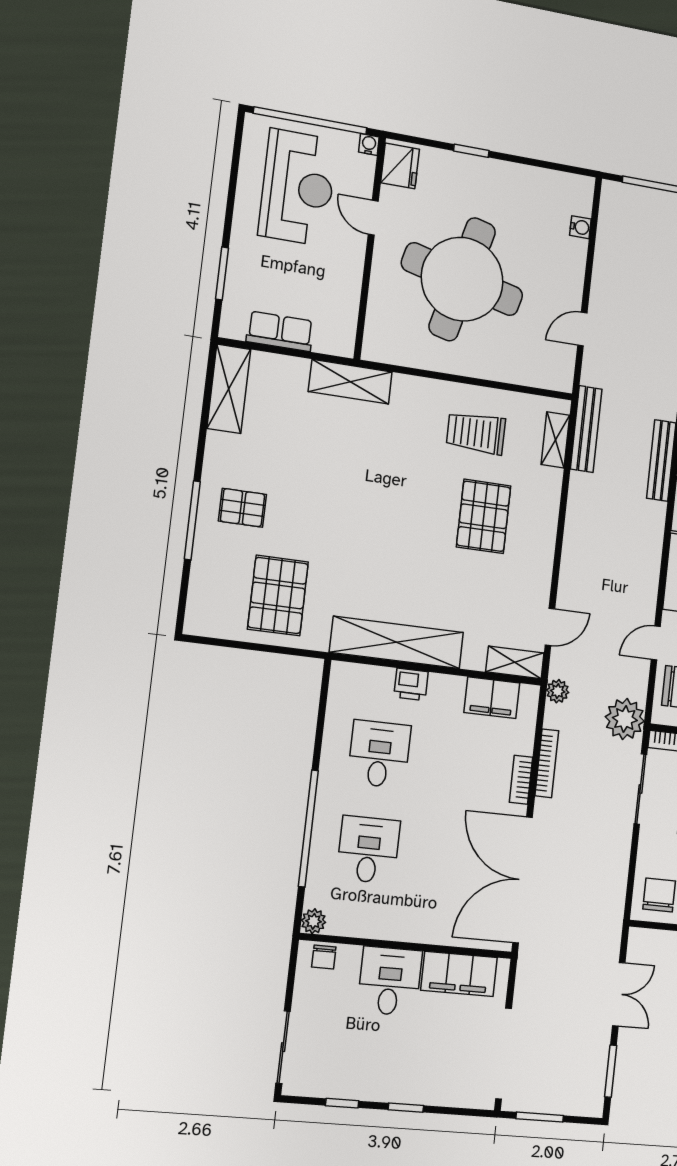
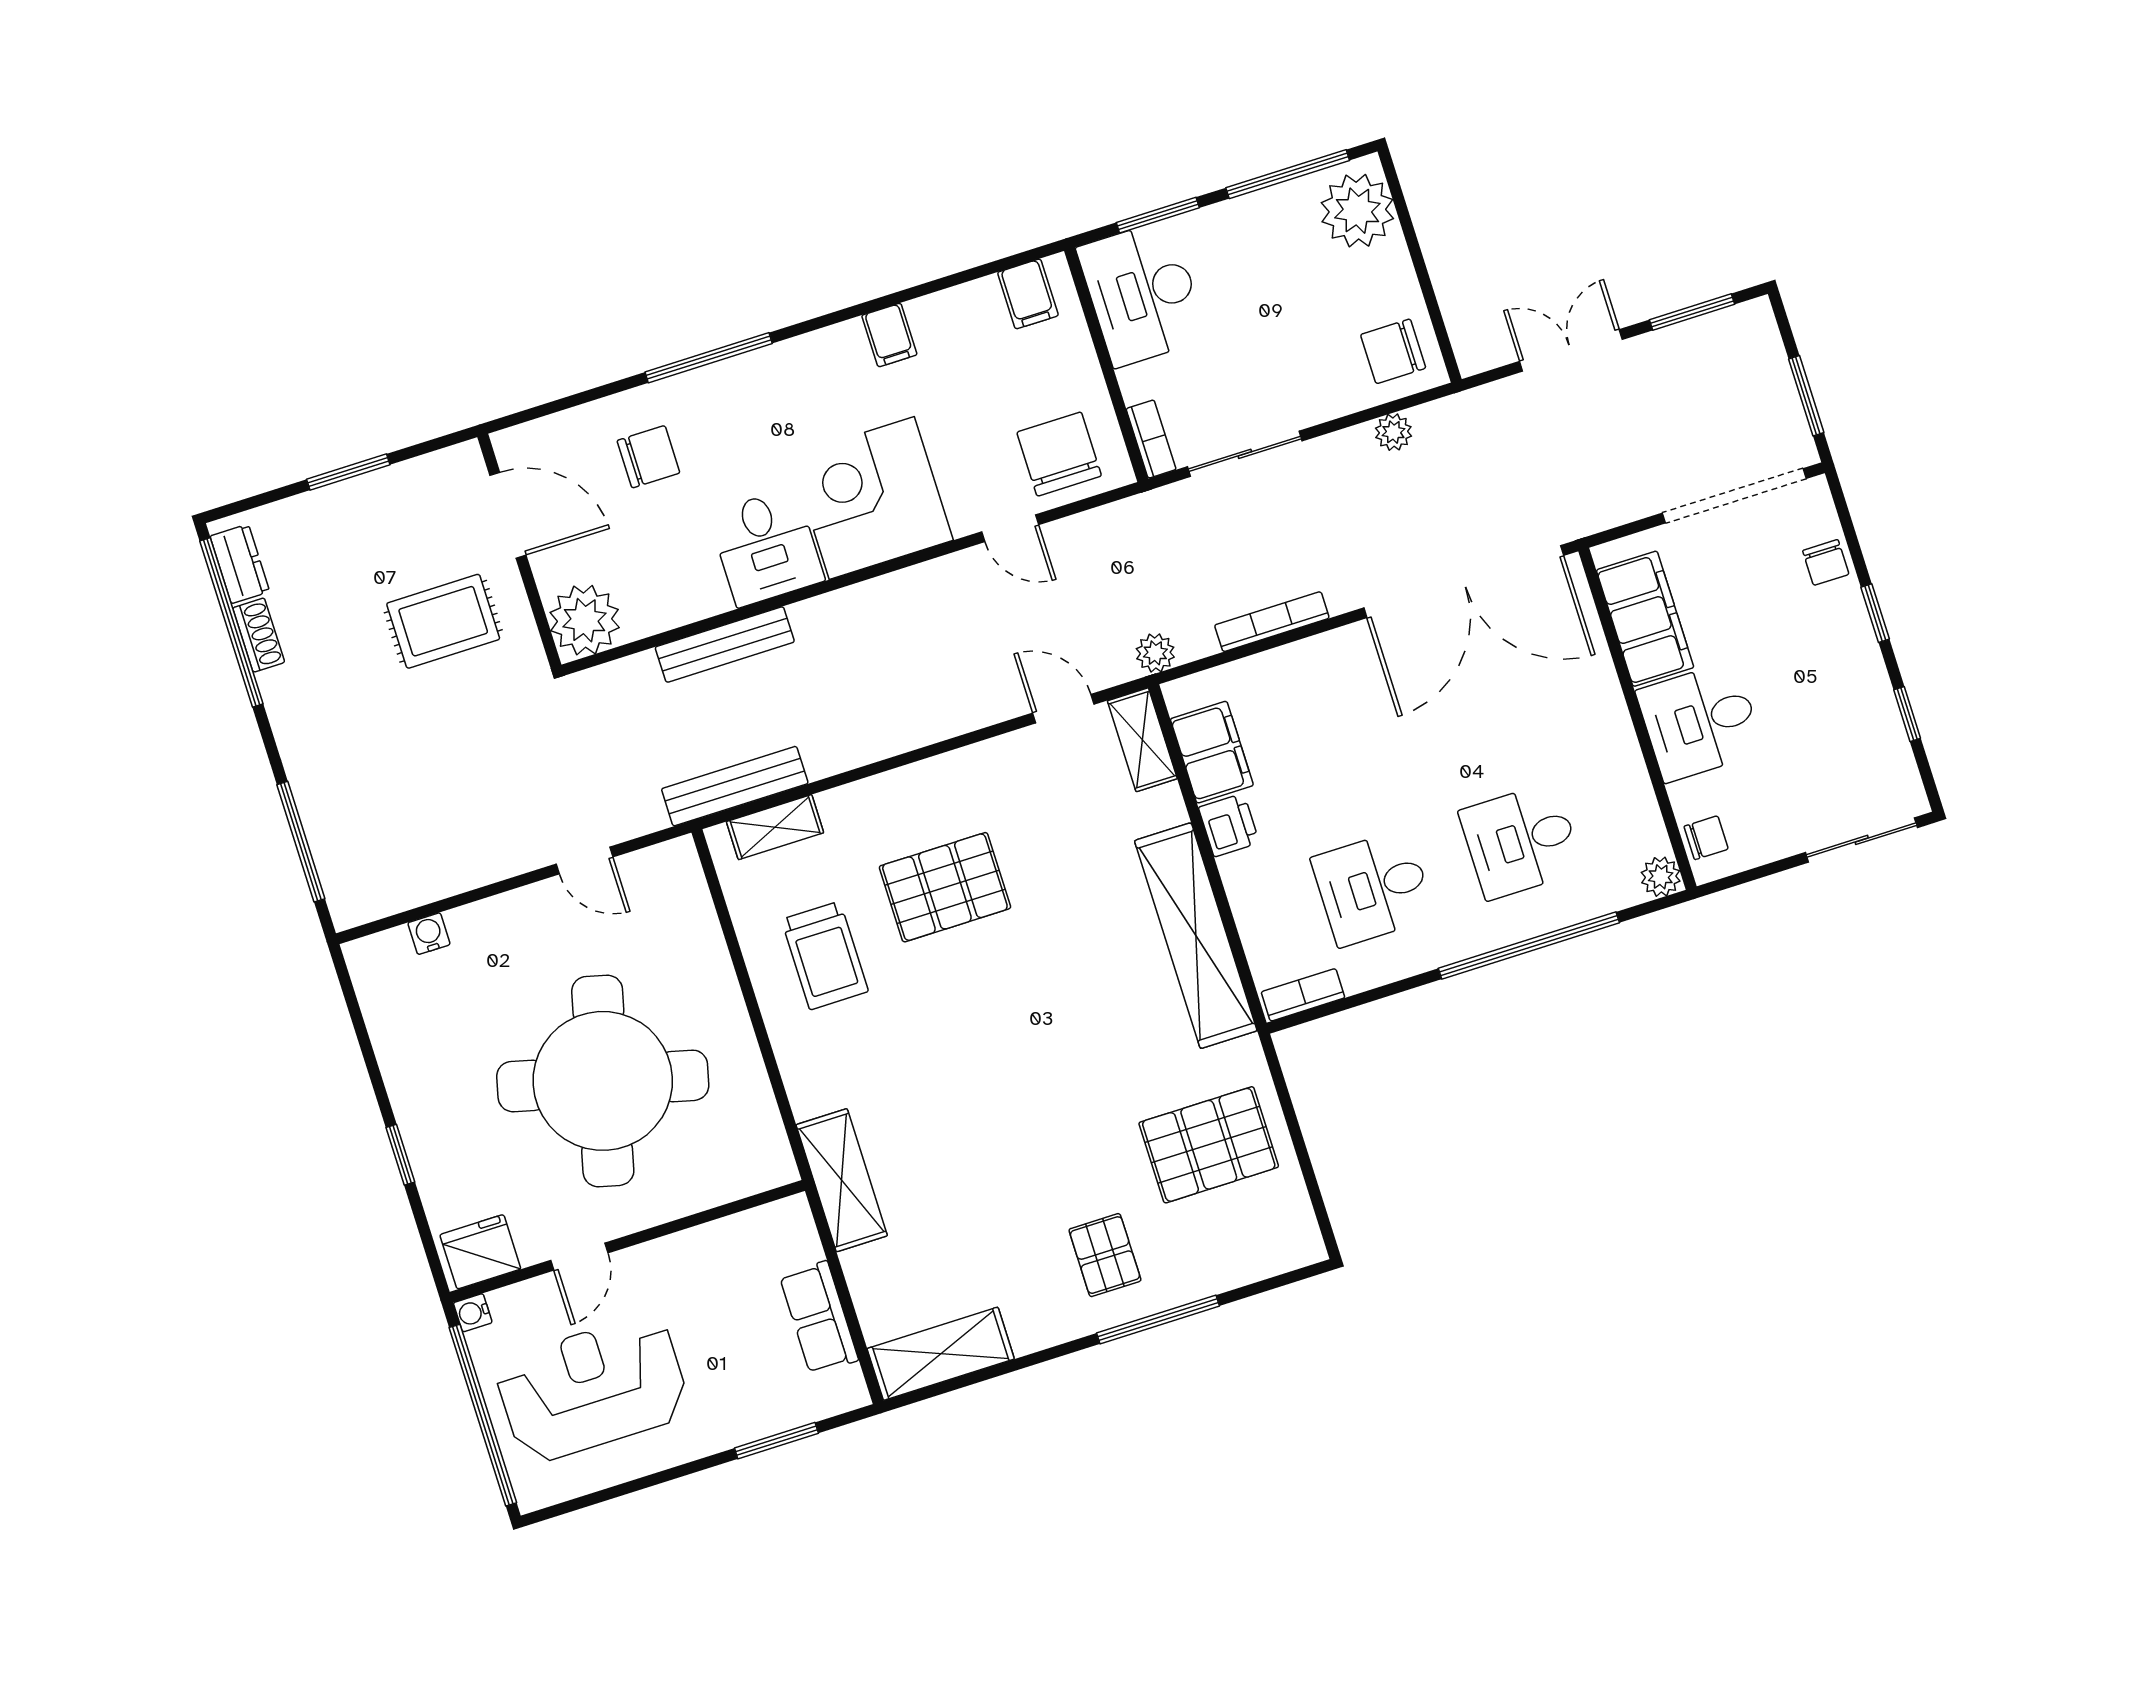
printer: (411, 684) -> (1229, 825), moved
plant: (625, 719) -> (1393, 432), moved, width x0.53, depth x0.53
bookcase: (521, 780) -> (1303, 995), moved, turned 180
chair: (446, 1091) -> (1826, 562), added

